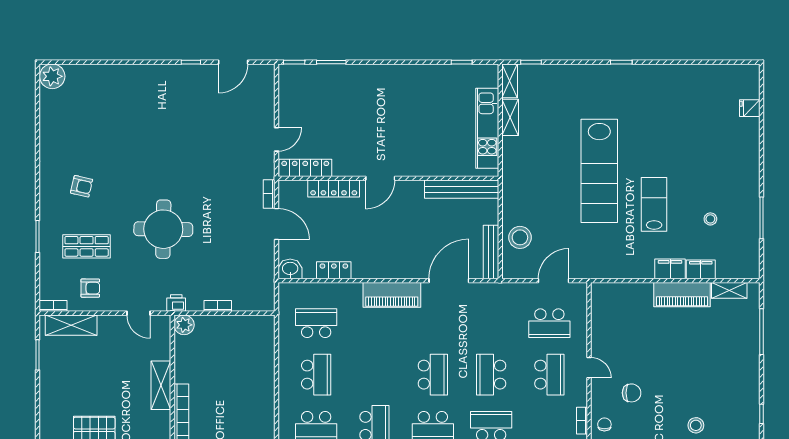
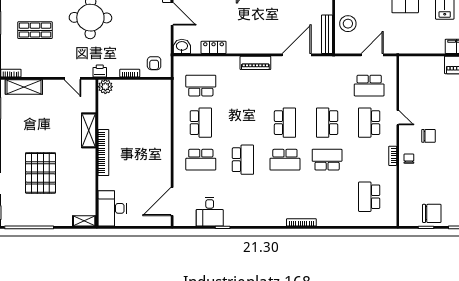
armchair: (90, 288) -> (154, 63), moved, turned 90
piano: (392, 295) -> (255, 63), width x0.73, depth x0.75
school desk: (549, 375) -> (369, 123), turned 180

